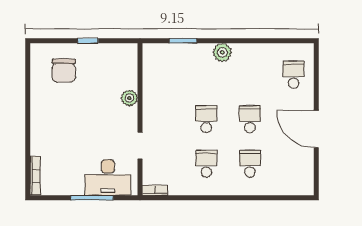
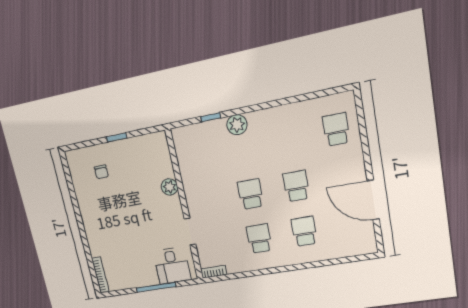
window: (183, 41) -> (211, 117), width x0.67
plant: (222, 52) -> (237, 125), moved
chair: (64, 71) -> (101, 172), width x0.54, depth x0.54
door: (316, 129) -> (373, 200), moved
desk: (108, 177) -> (172, 266), width x0.73

